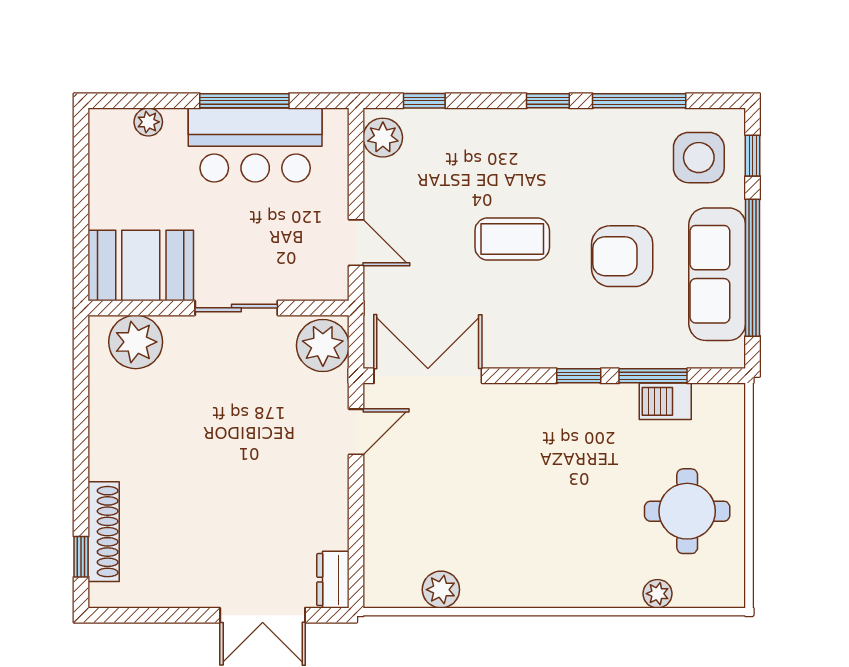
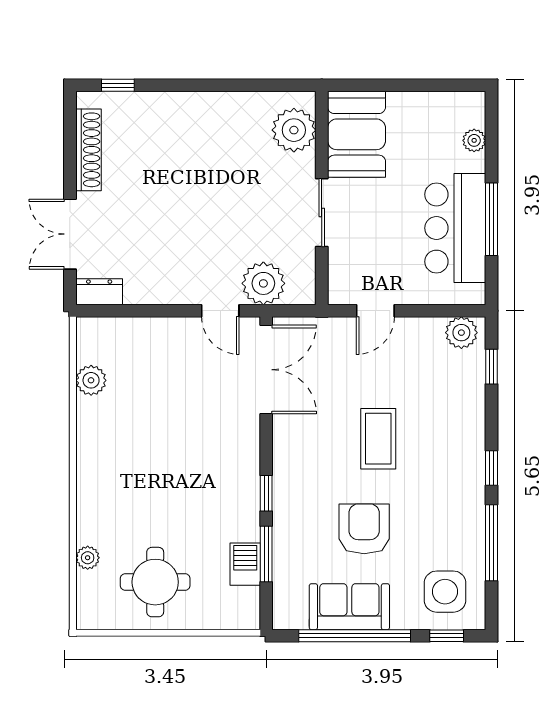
sofa: (717, 274) -> (349, 607), width x0.73
plant: (323, 345) -> (263, 283), moved
shoe rack: (104, 532) -> (88, 150), moved, turned -90

